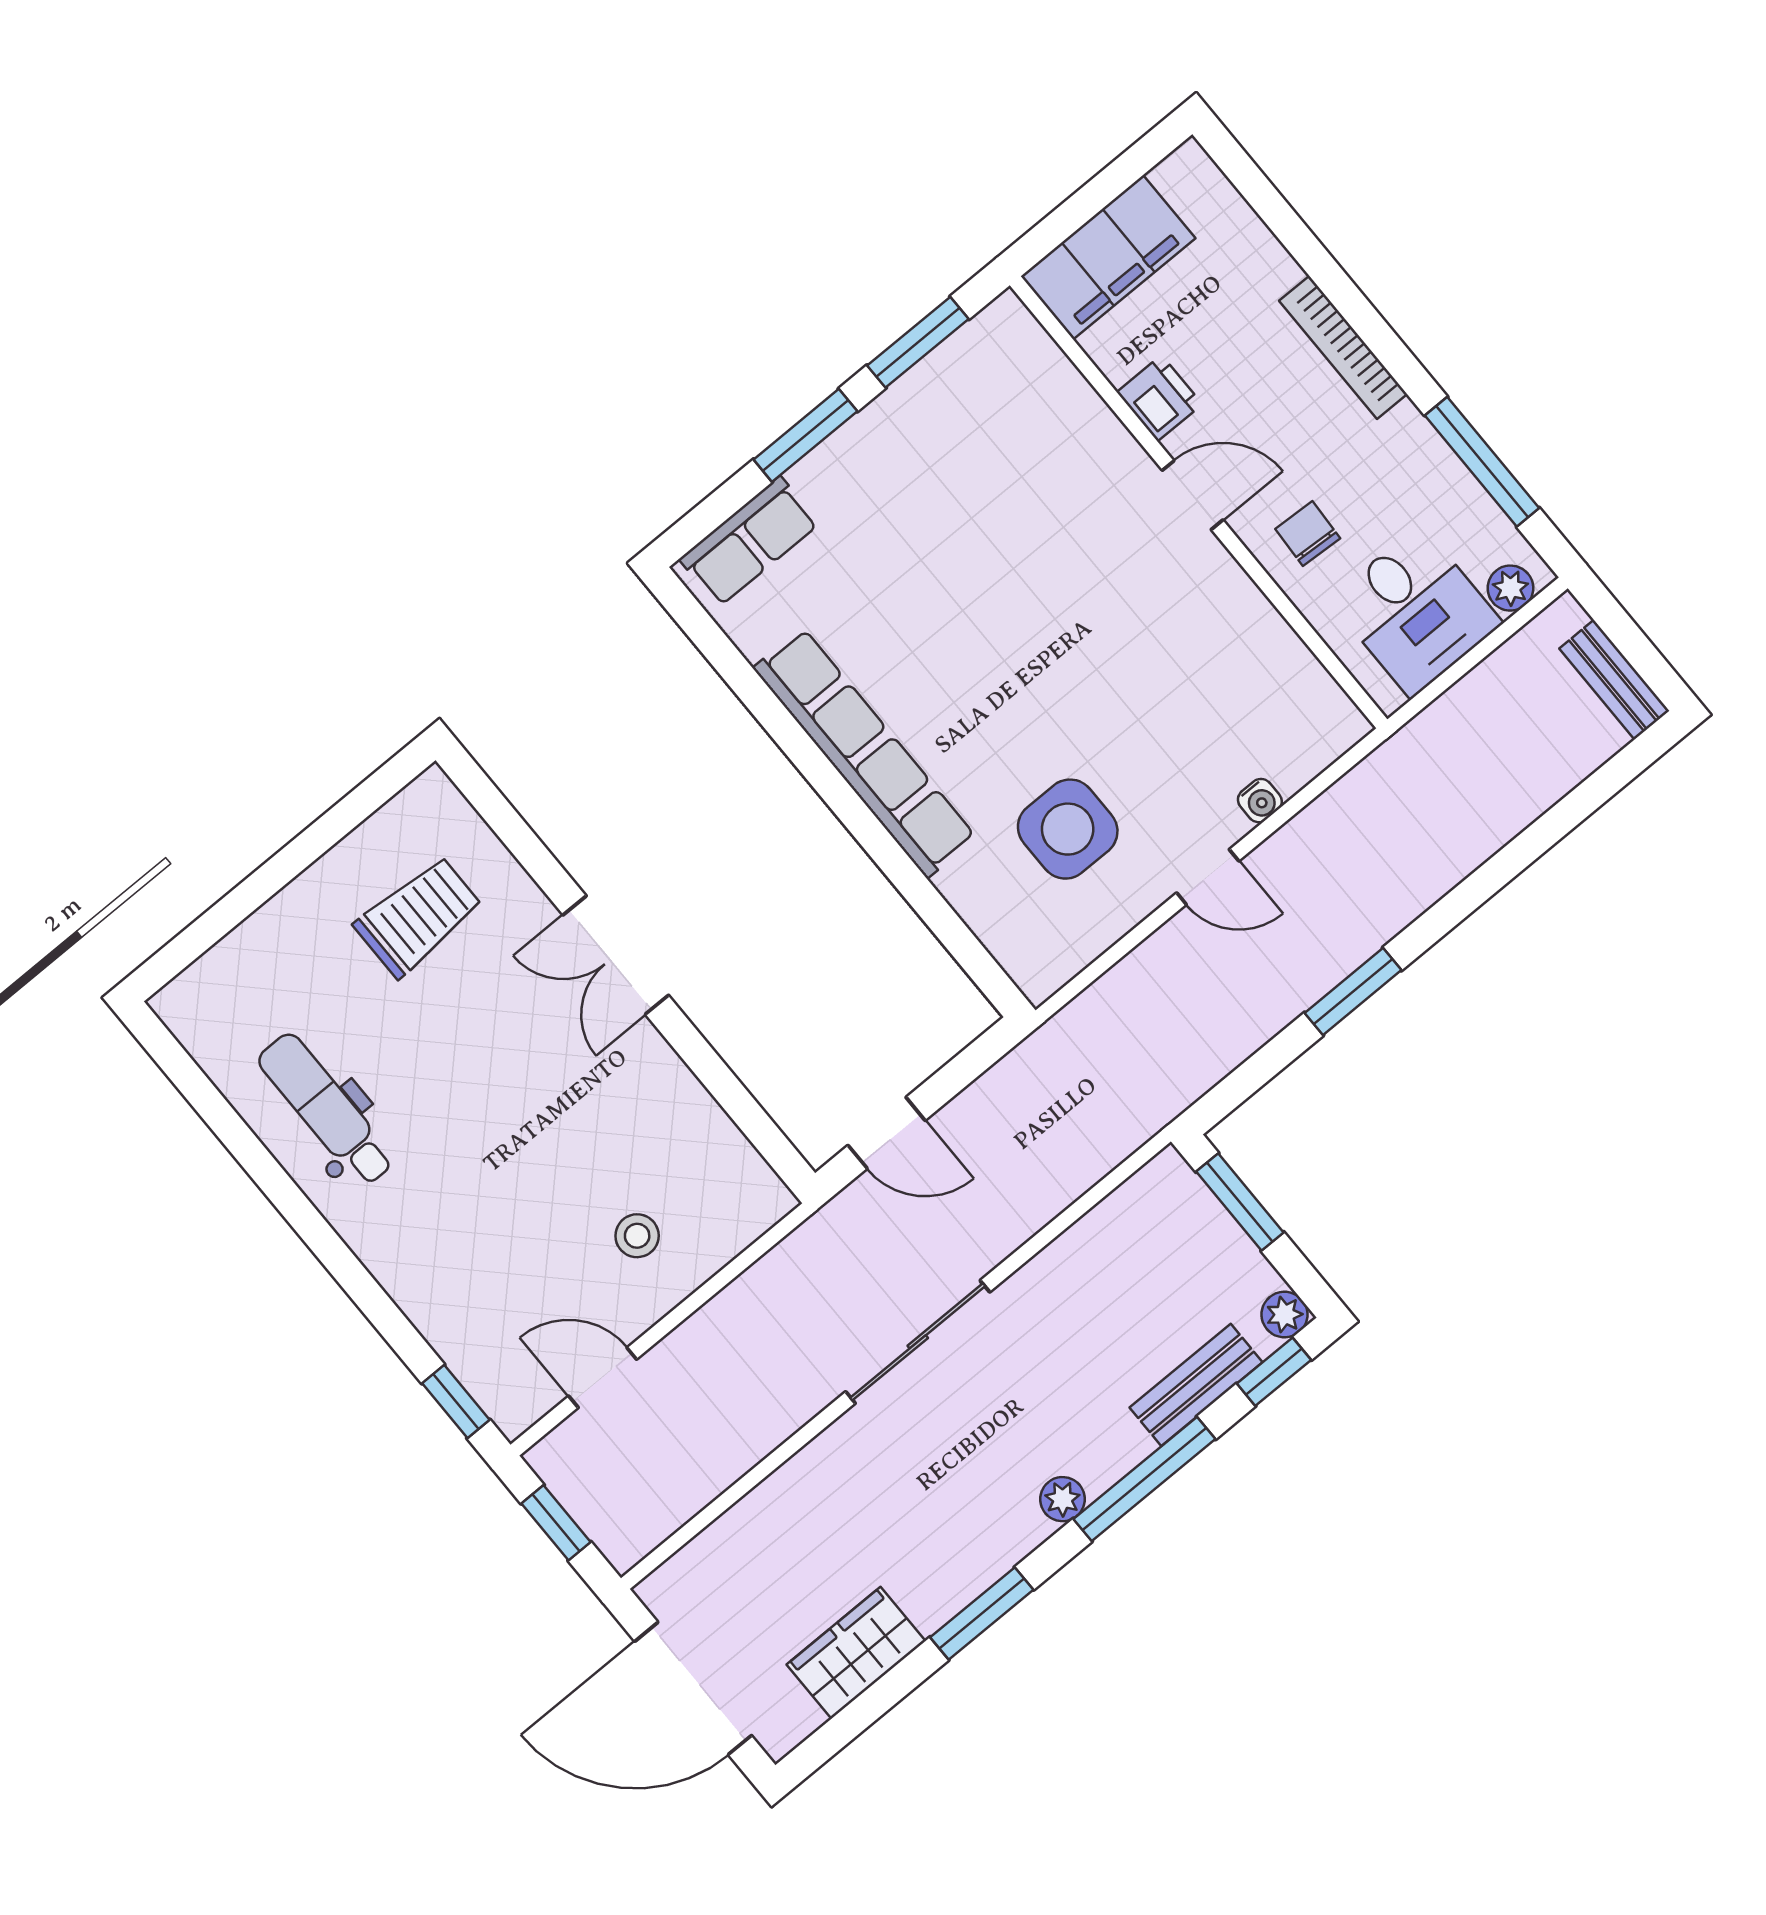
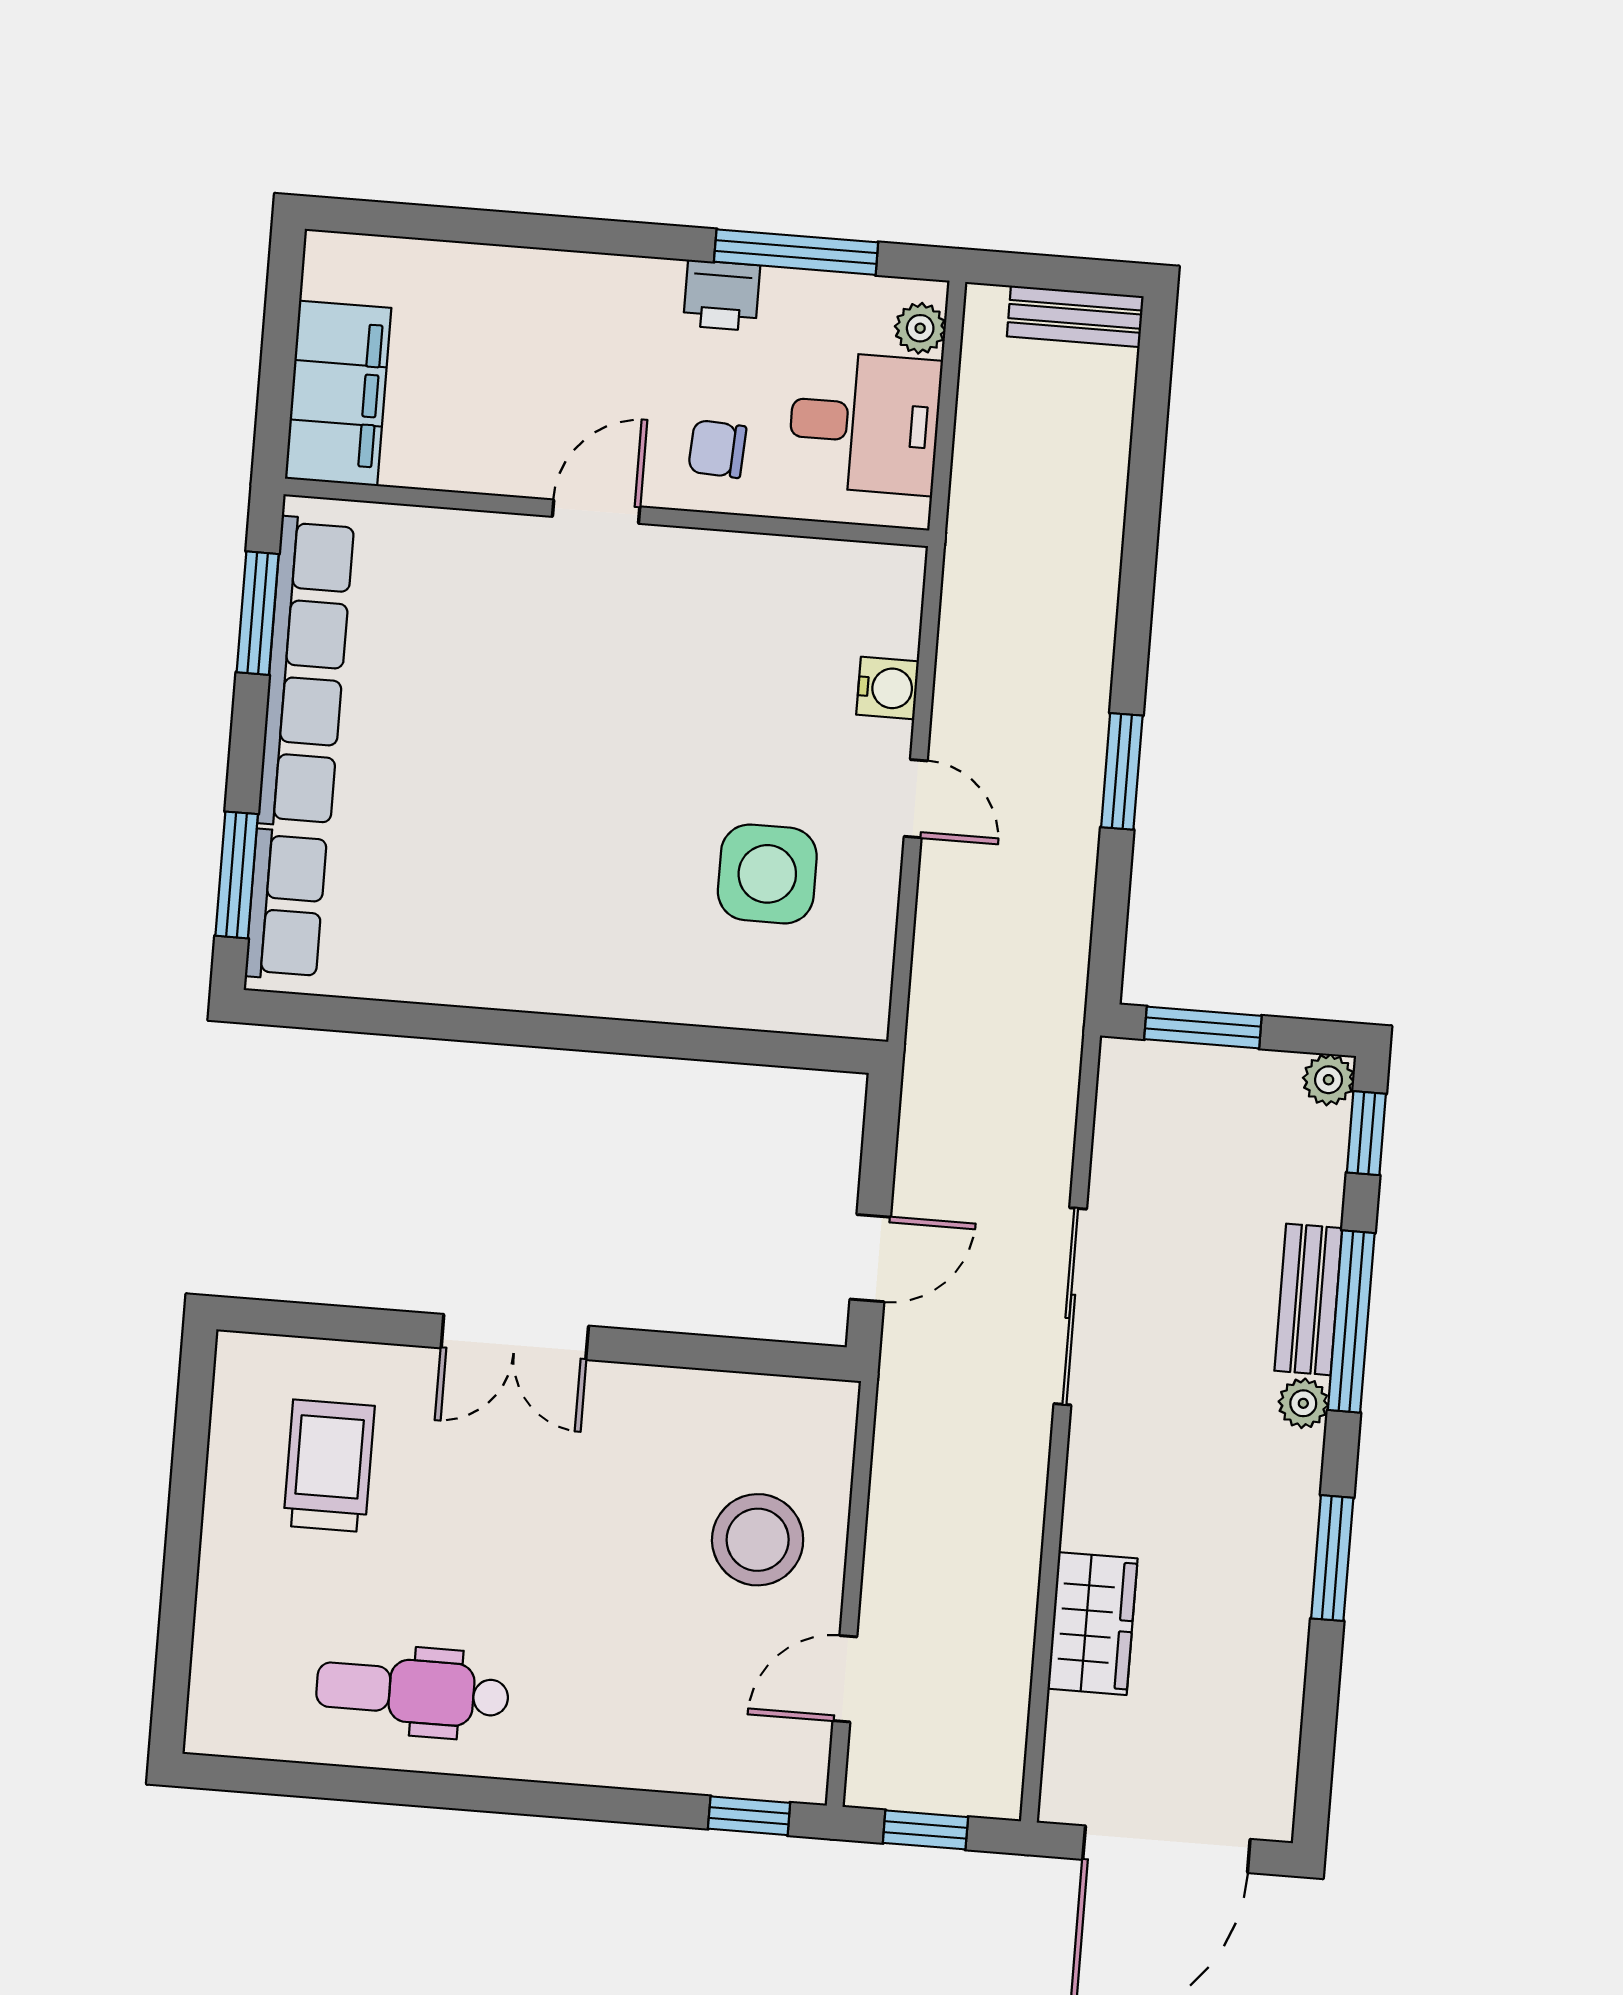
bookcase: (1343, 347) -> (595, 274), removed
printer: (1159, 398) -> (722, 295), moved, turned 180
window: (805, 435) -> (237, 875), moved
row of seats: (865, 753) -> (306, 672), moved, turned 90
water cooler: (1260, 801) -> (888, 688), width x1.38, depth x1.38
door: (1208, 877) -> (916, 799), hinge flipped
stool: (637, 1236) -> (758, 1540), width x1.89, depth x1.89
sliding door: (918, 1342) -> (1070, 1306), moved
bench: (1196, 1385) -> (1308, 1299), moved
wardrobe: (856, 1653) -> (1092, 1624), moved, turned 180

